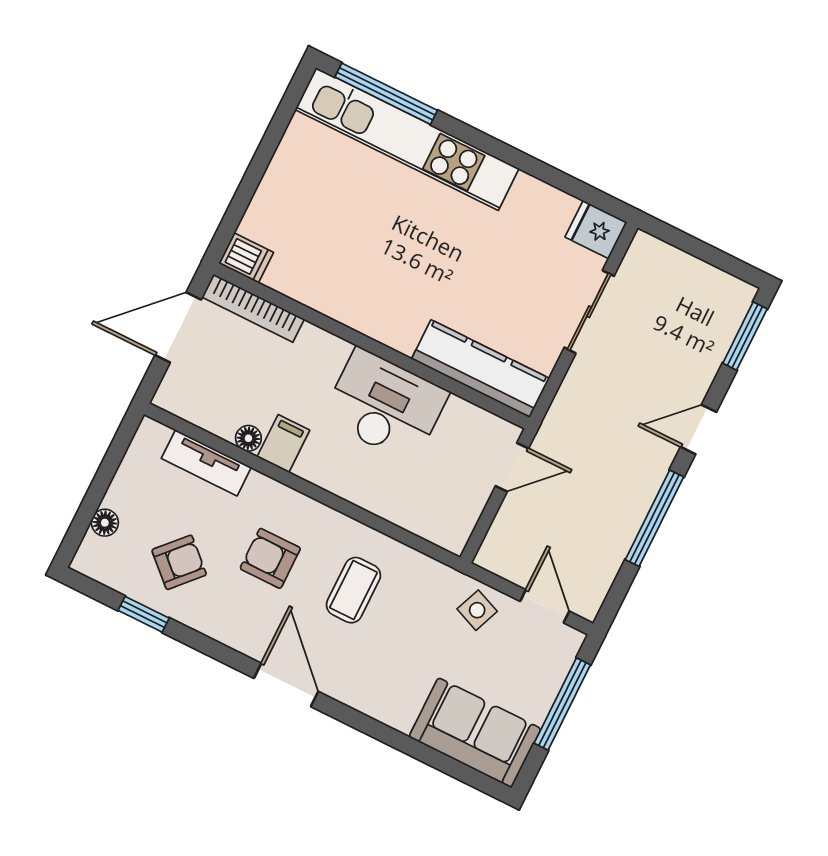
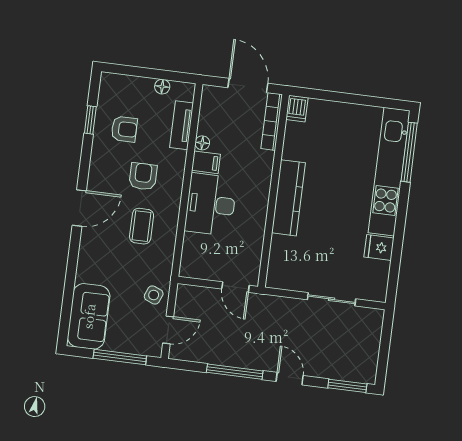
fridge: (596, 230) -> (379, 247), moved, turned -90
kitchen counter: (480, 369) -> (288, 198), moved
desk: (385, 406) -> (211, 204), moved, turned 180
floor lamp: (105, 523) -> (162, 87), moved
armchair: (179, 562) -> (124, 129), turned -43
coffee table: (353, 590) -> (142, 226), turned 90

